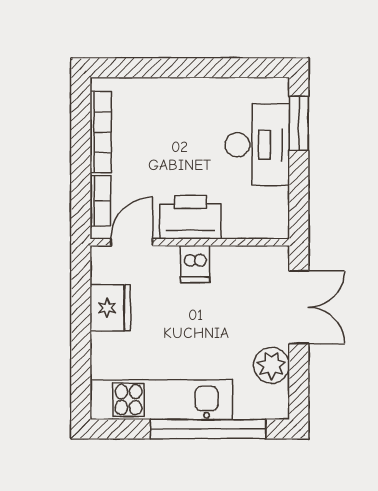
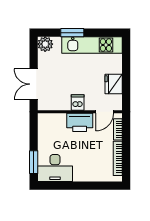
desk: (257, 145) -> (55, 168), moved, turned -90
plant: (272, 365) -> (45, 44), moved
window: (208, 429) -> (72, 33), width x0.47

